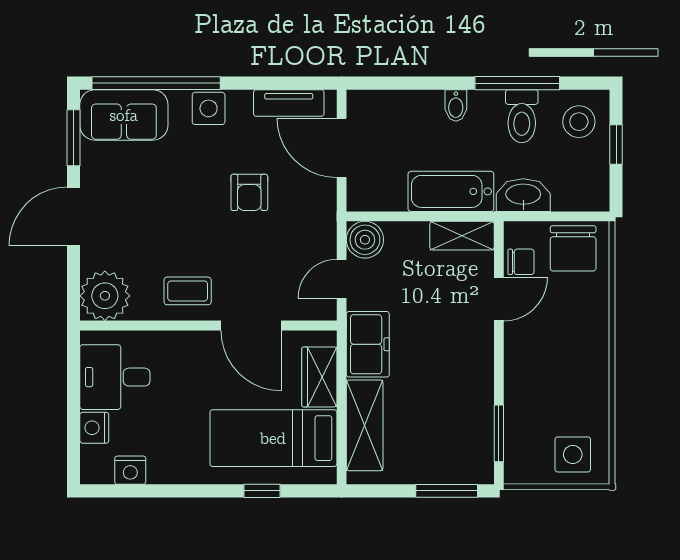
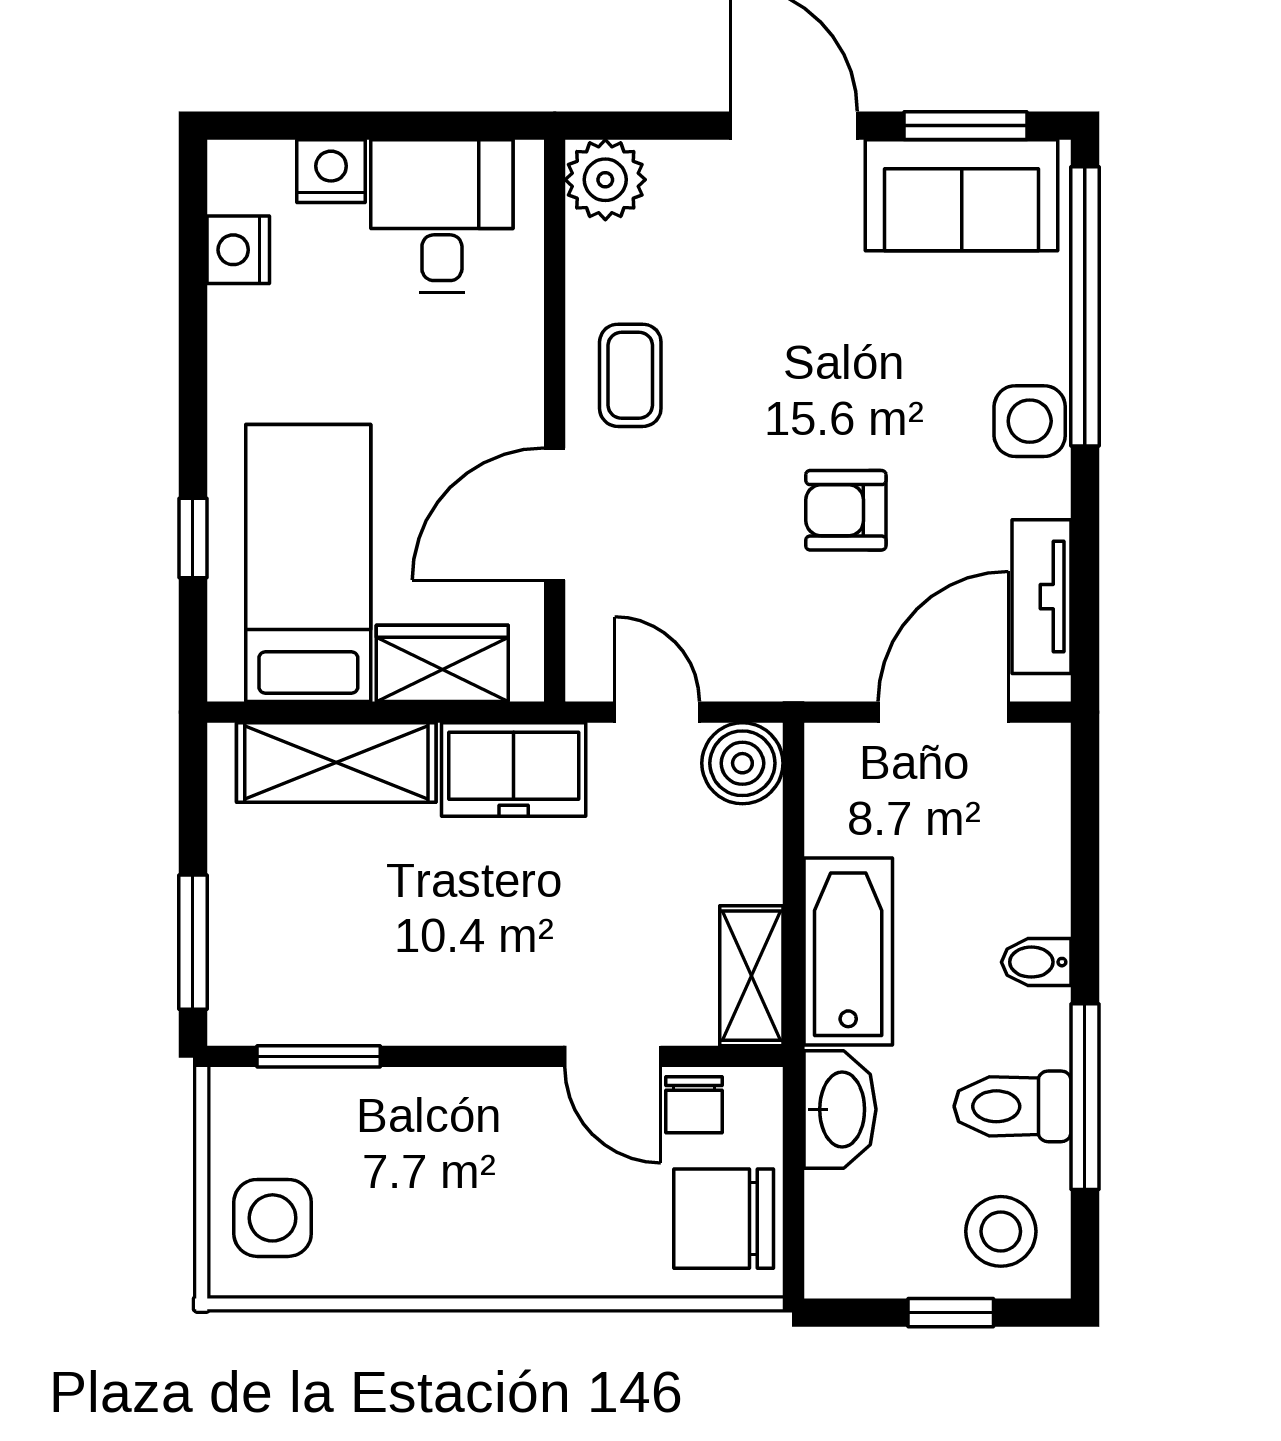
sofa: (124, 115) -> (962, 195), moved, turned -90
plant: (105, 296) -> (605, 180), width x0.73, depth x0.73

